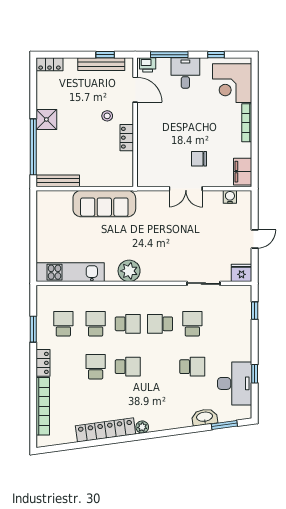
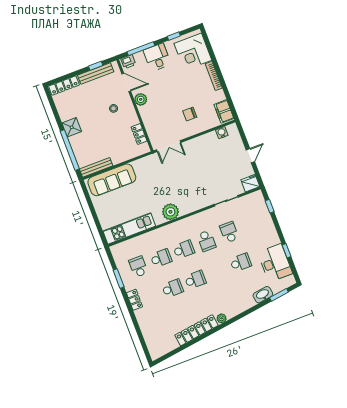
locker: (50, 64) -> (64, 86), width x1.53
plant: (145, 117) -> (141, 99), added
locker: (127, 138) -> (139, 134), moved
double door: (186, 189) -> (169, 146), moved
sofa: (104, 204) -> (112, 180), moved
school desk: (96, 324) -> (161, 258), turned 90
school desk: (160, 324) -> (206, 241), turned -90
school desk: (96, 367) -> (173, 288), turned 90
bookcase: (43, 406) -> (146, 330), removed

